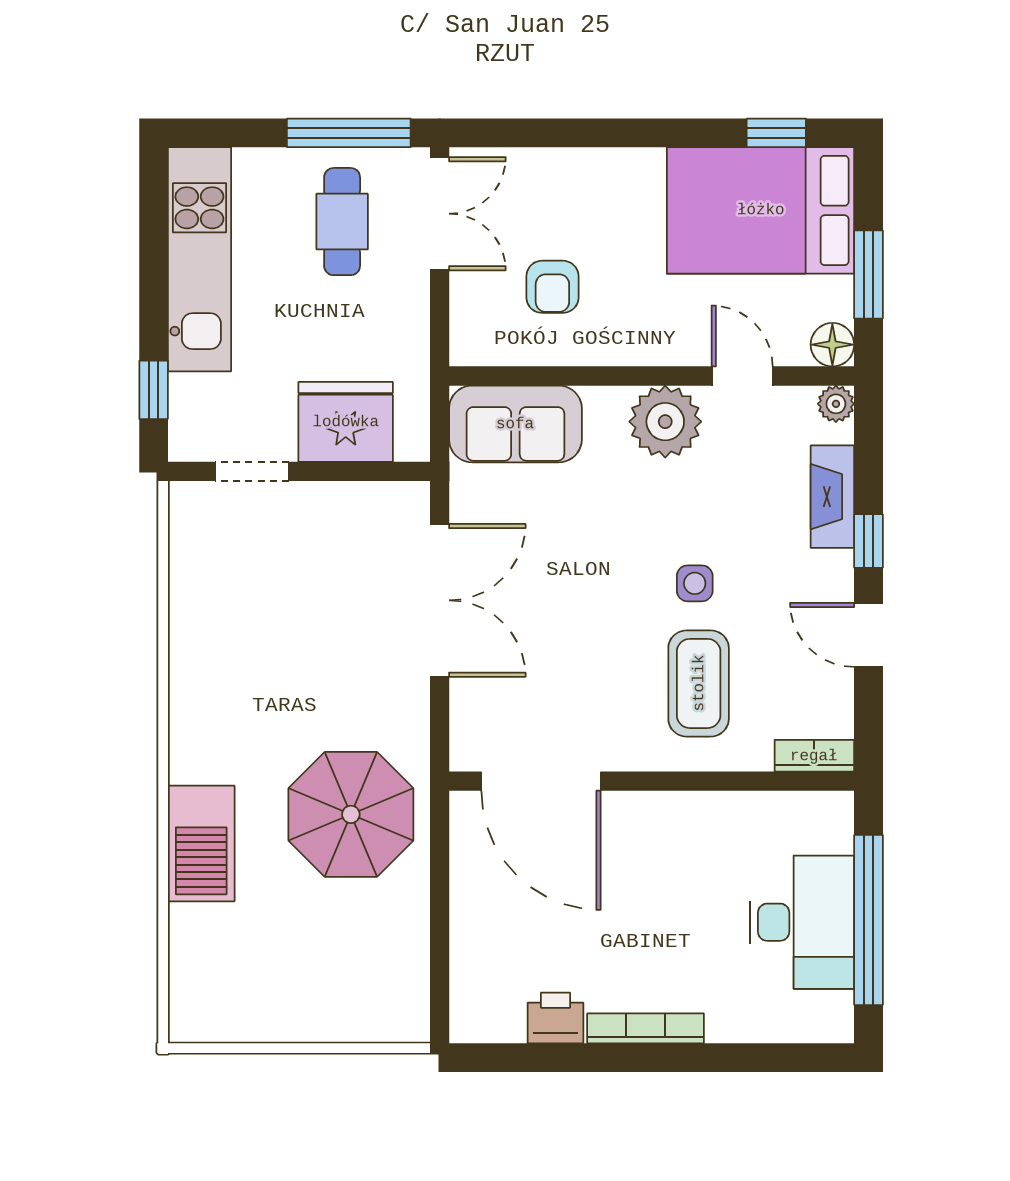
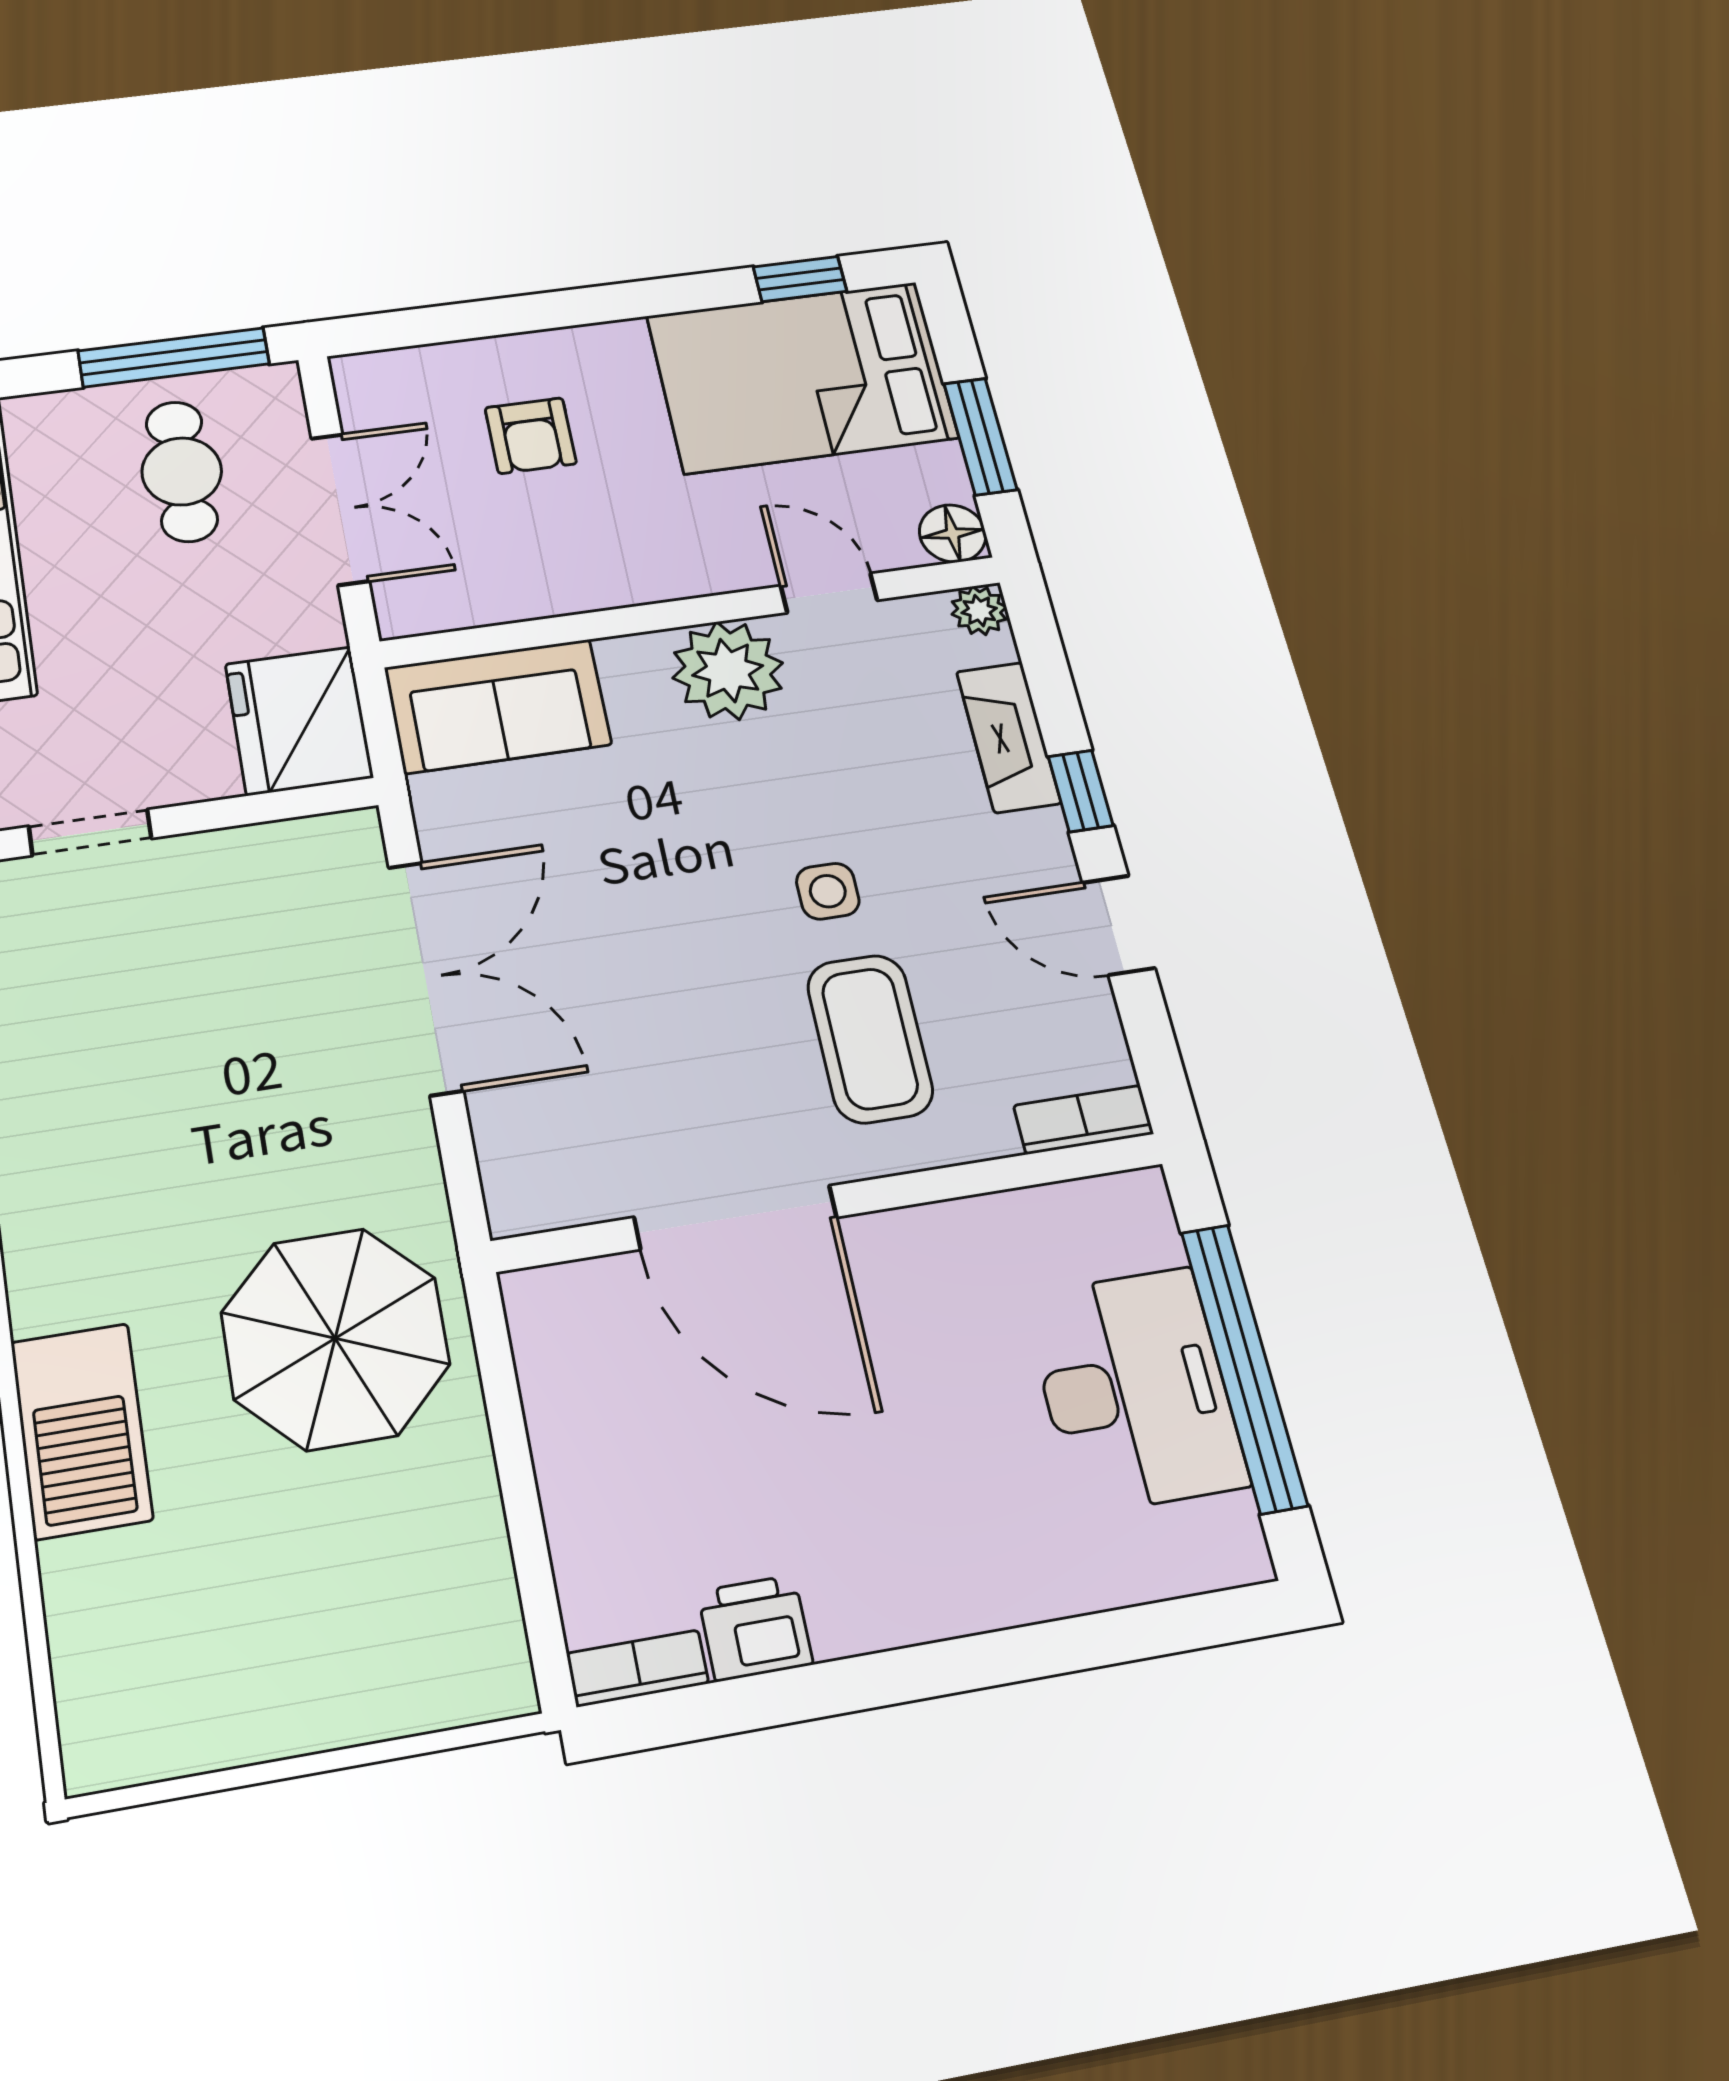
double door: (440, 214) -> (340, 509), moved
armchair: (552, 287) -> (531, 436), moved
fridge: (346, 422) -> (299, 721), moved, turned -90
door: (541, 781) -> (735, 1217), moved
bookcase: (646, 1028) -> (637, 1668), moved, width x0.64

